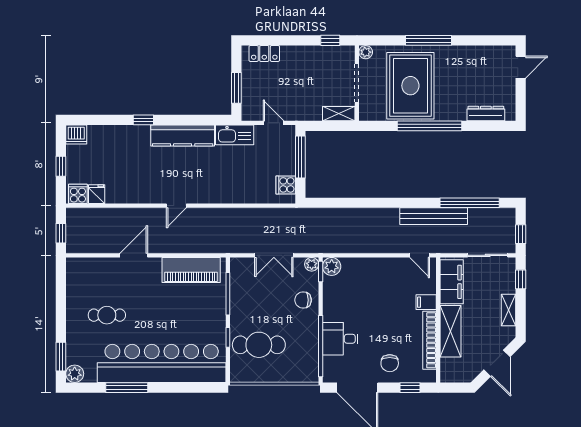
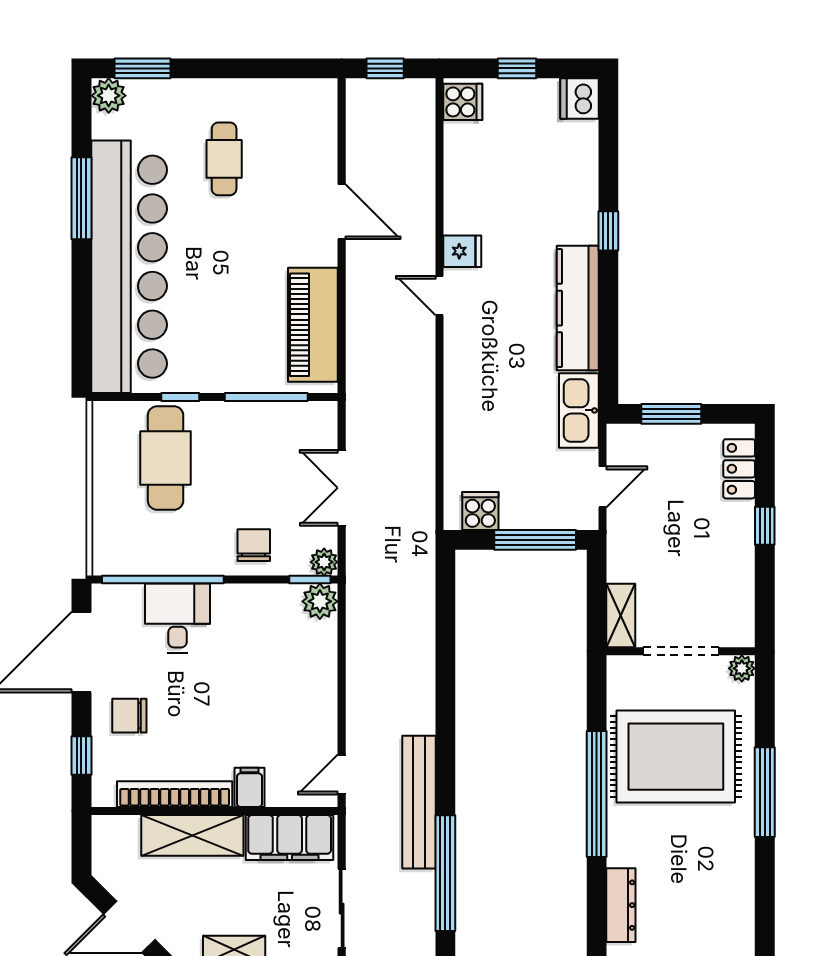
window: (330, 40) -> (765, 526), moved
fridge: (97, 194) -> (462, 251), moved

